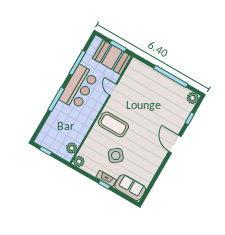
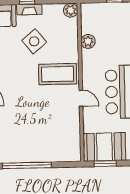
door: (113, 90) -> (81, 98), moved
plant: (72, 148) -> (88, 41), moved

